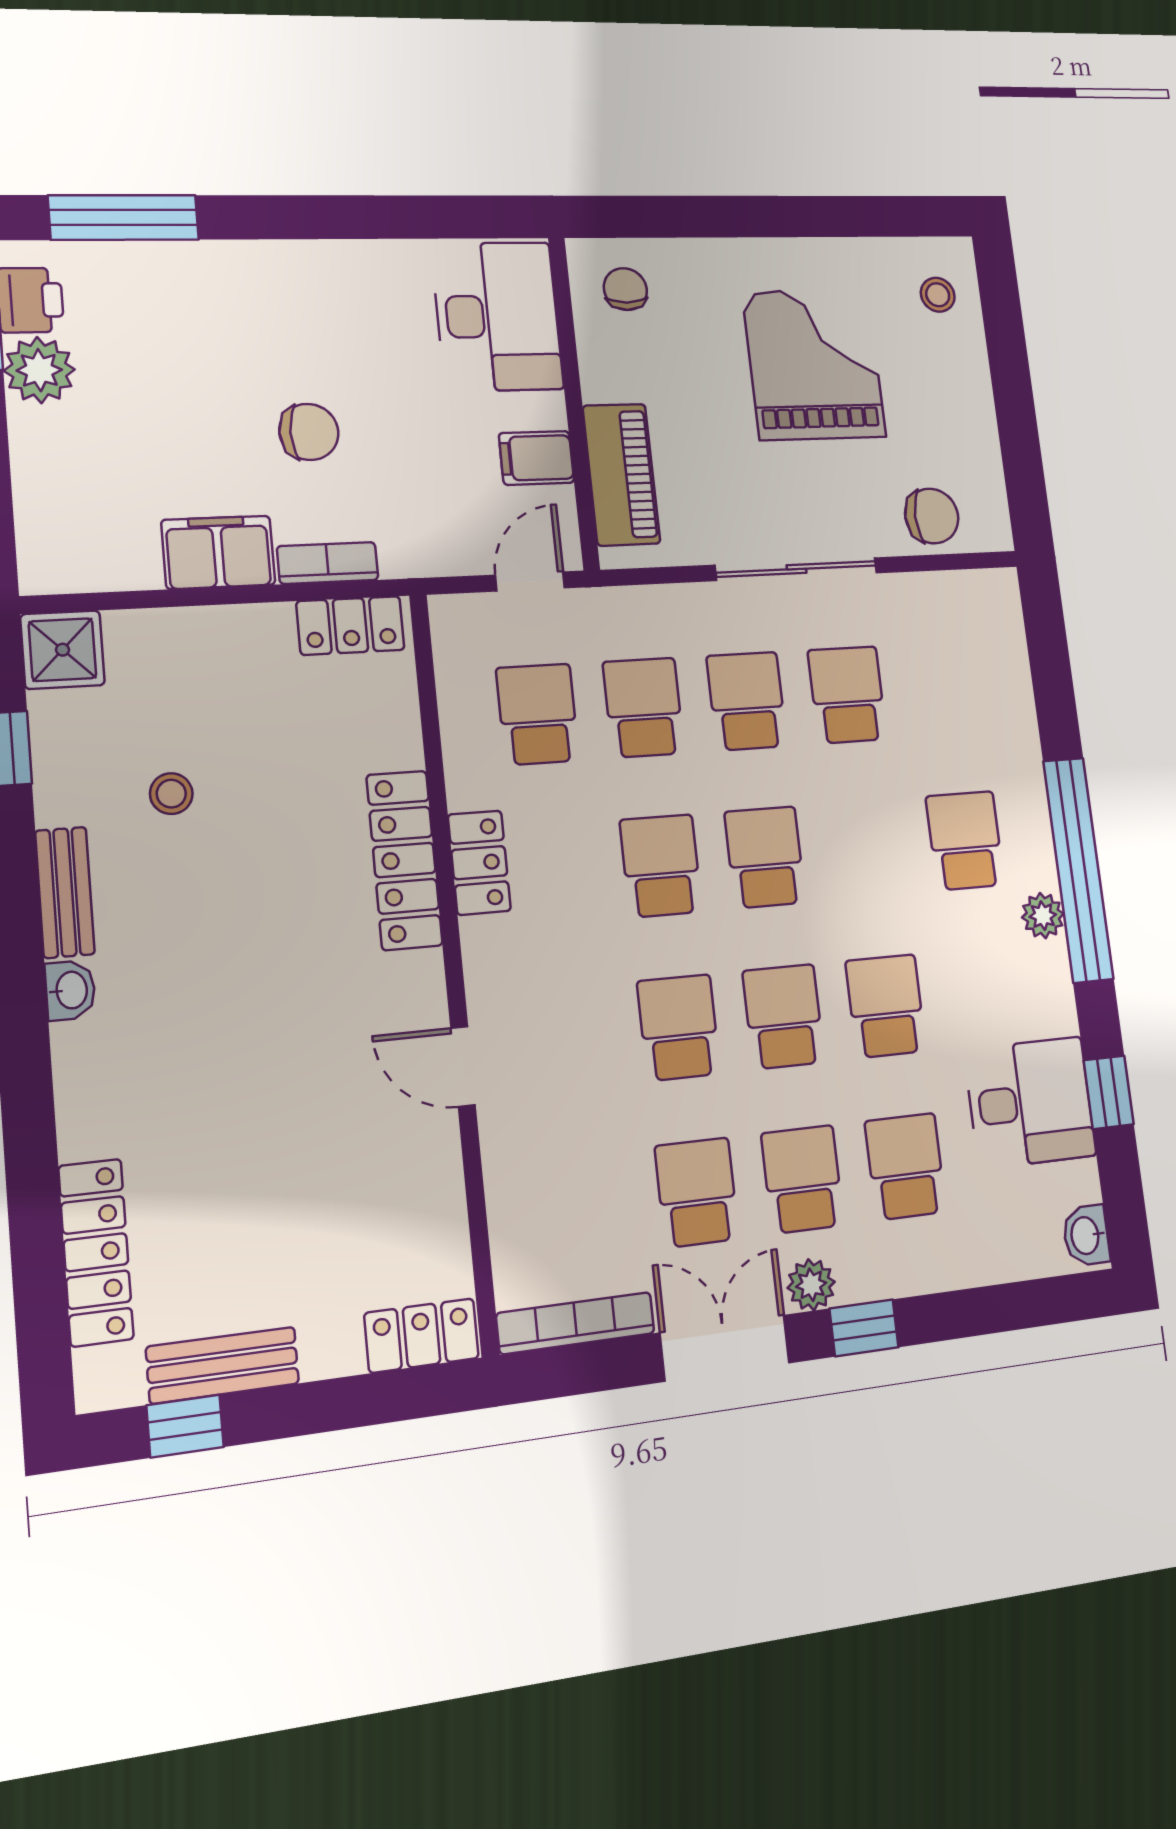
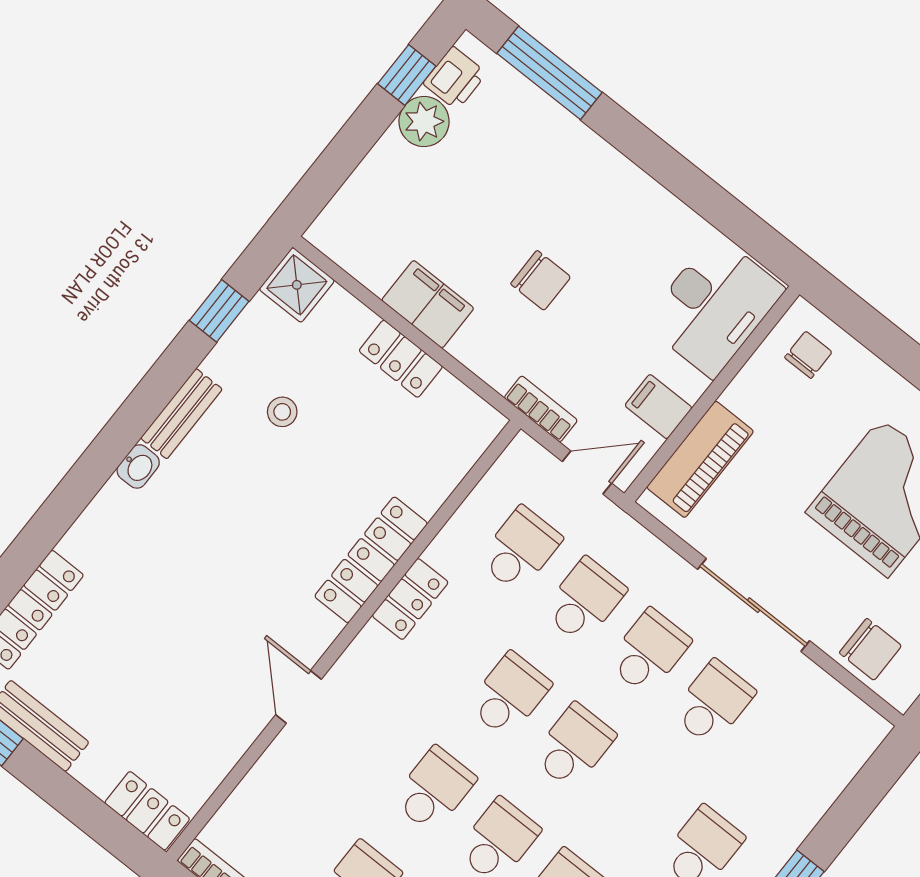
bookcase: (328, 563) -> (541, 409), moved
locker: (350, 626) -> (401, 359), moved

